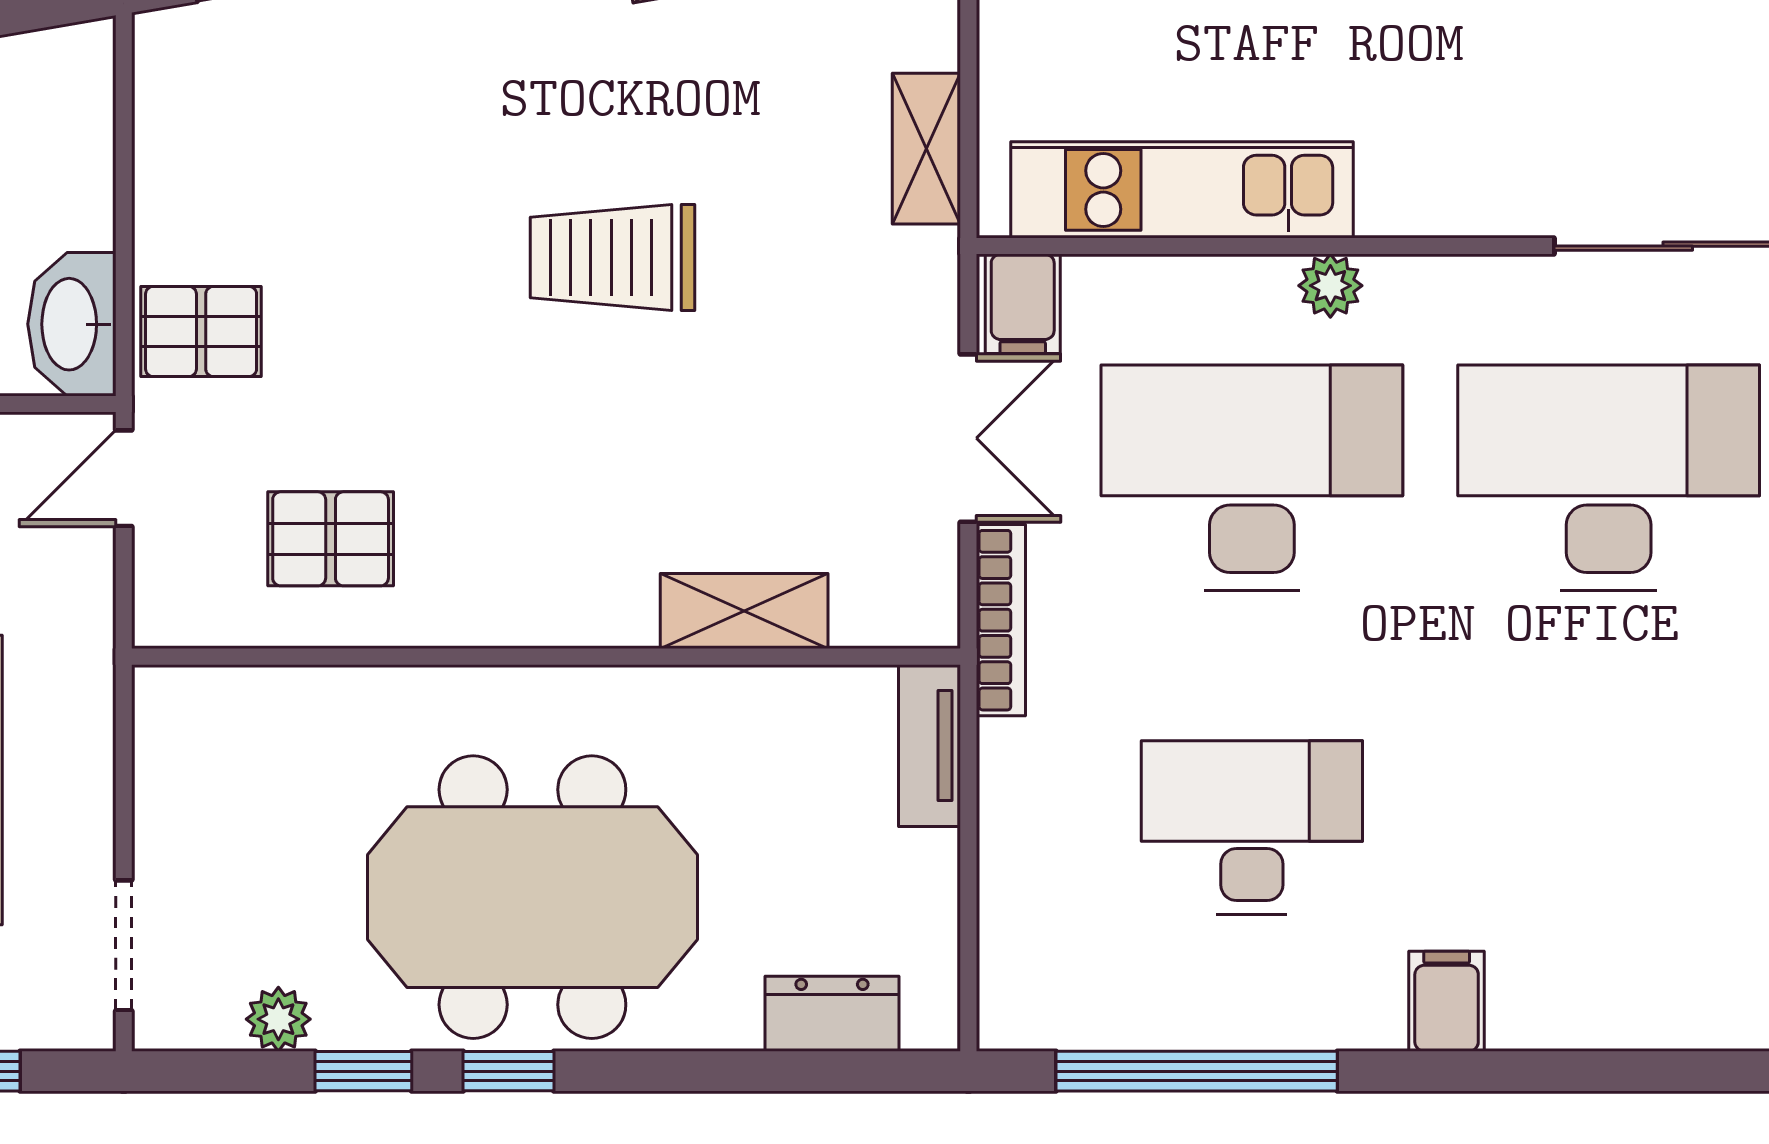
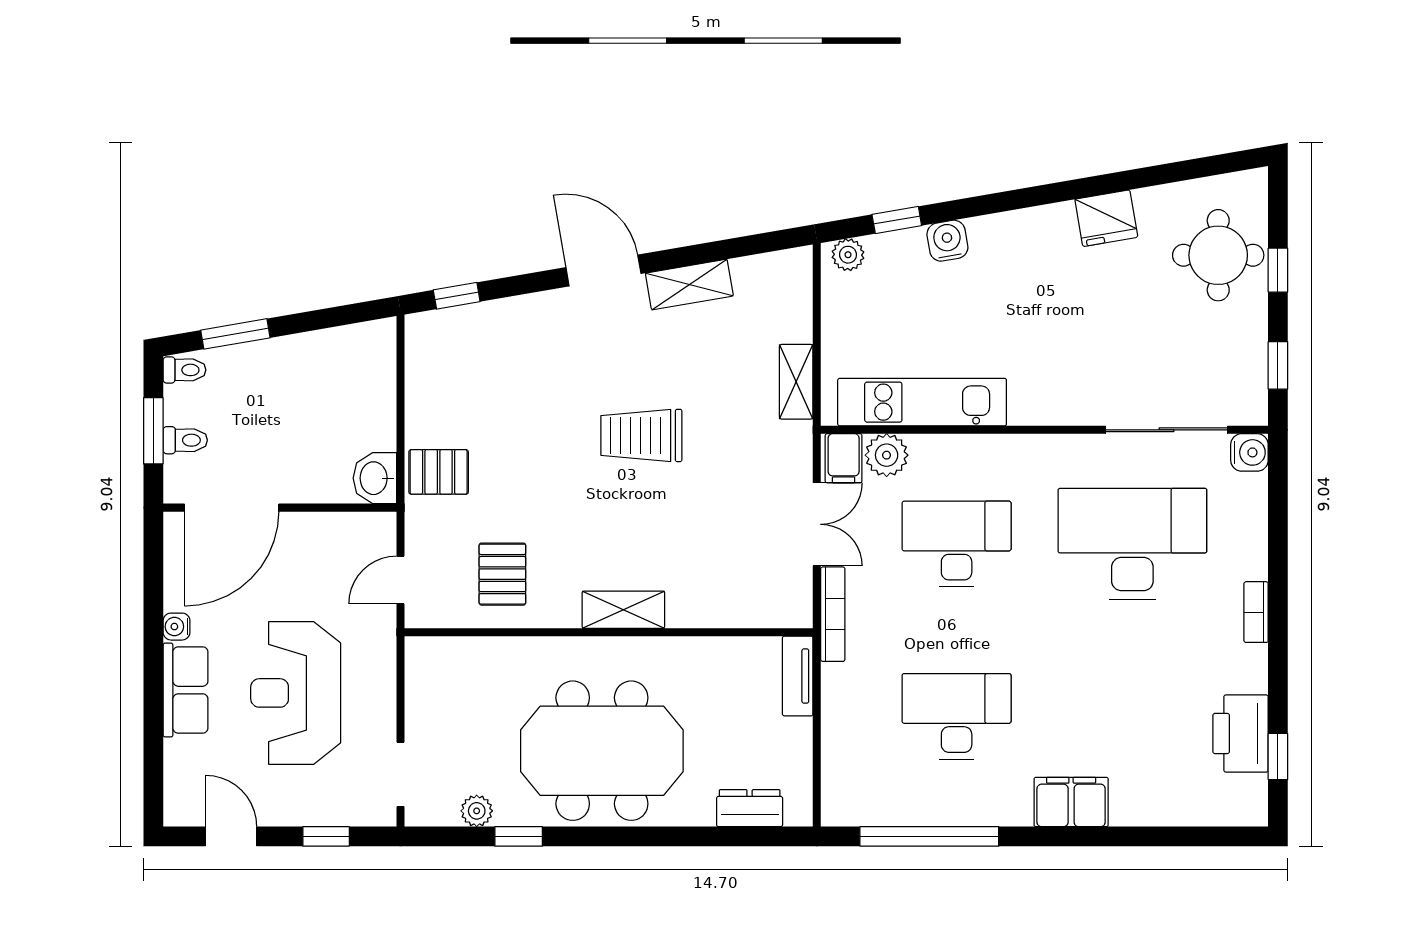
plant: (1330, 286) -> (887, 455), moved, width x1.38, depth x1.38
washbasin: (72, 324) -> (375, 478), width x0.72
door: (124, 478) -> (400, 580), moved
desk: (1252, 478) -> (957, 544), width x0.73, depth x0.77
pallet: (331, 539) -> (502, 574), turned 90
shelving: (744, 611) -> (623, 610), moved
filing cabinet: (1447, 1001) -> (1071, 802), width x2.00
window: (508, 1071) -> (590, 836), removed

